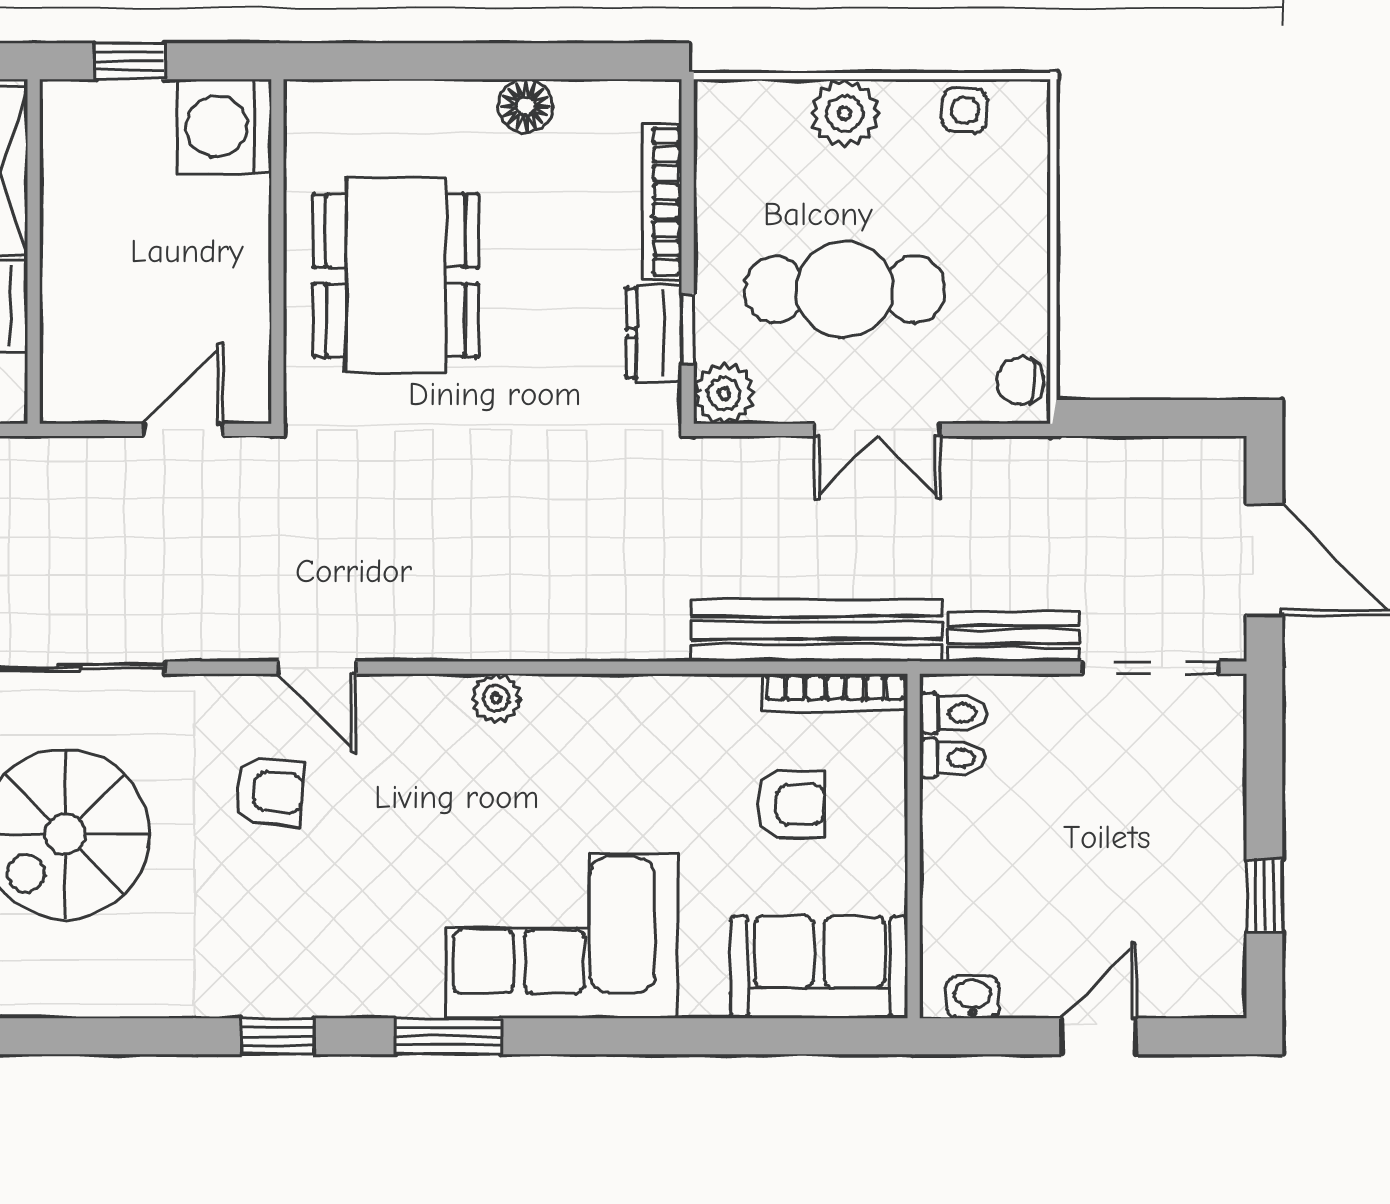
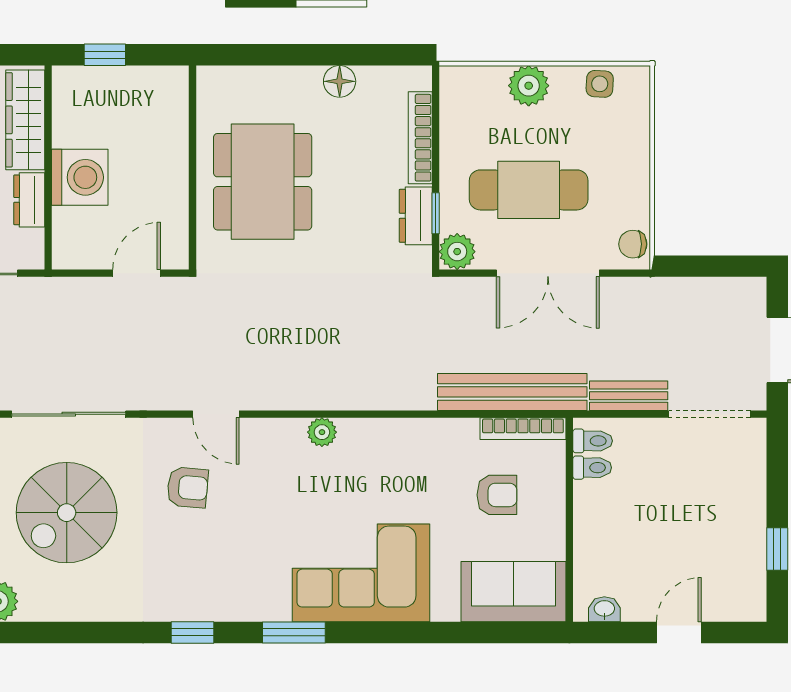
washing machine: (224, 127) -> (80, 177), moved, turned 180
double door: (877, 430) -> (548, 273), width x1.37

